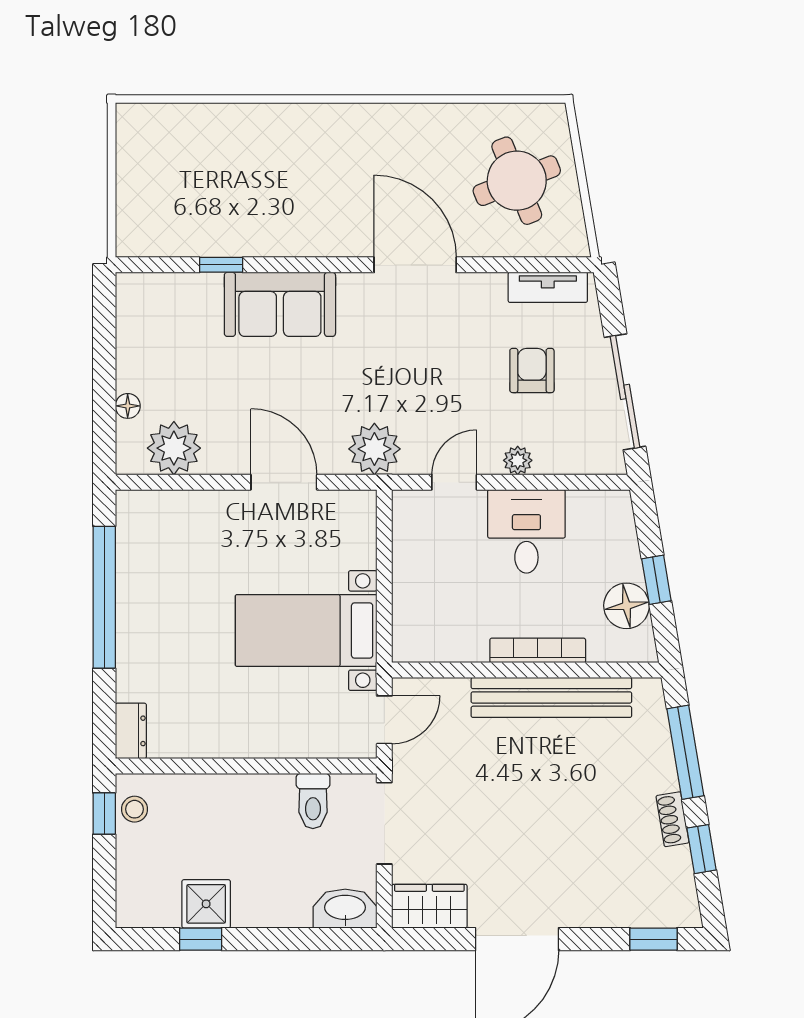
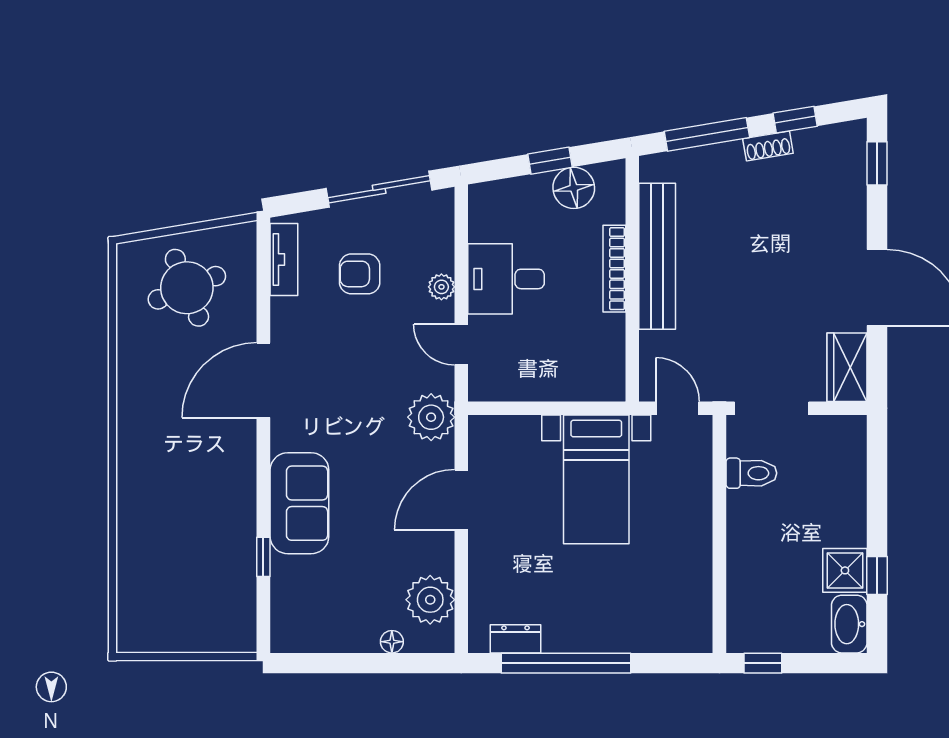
dresser: (131, 731) -> (515, 639), moved
stool: (135, 809) -> (759, 636), removed
washbasin: (345, 909) -> (849, 624), moved

